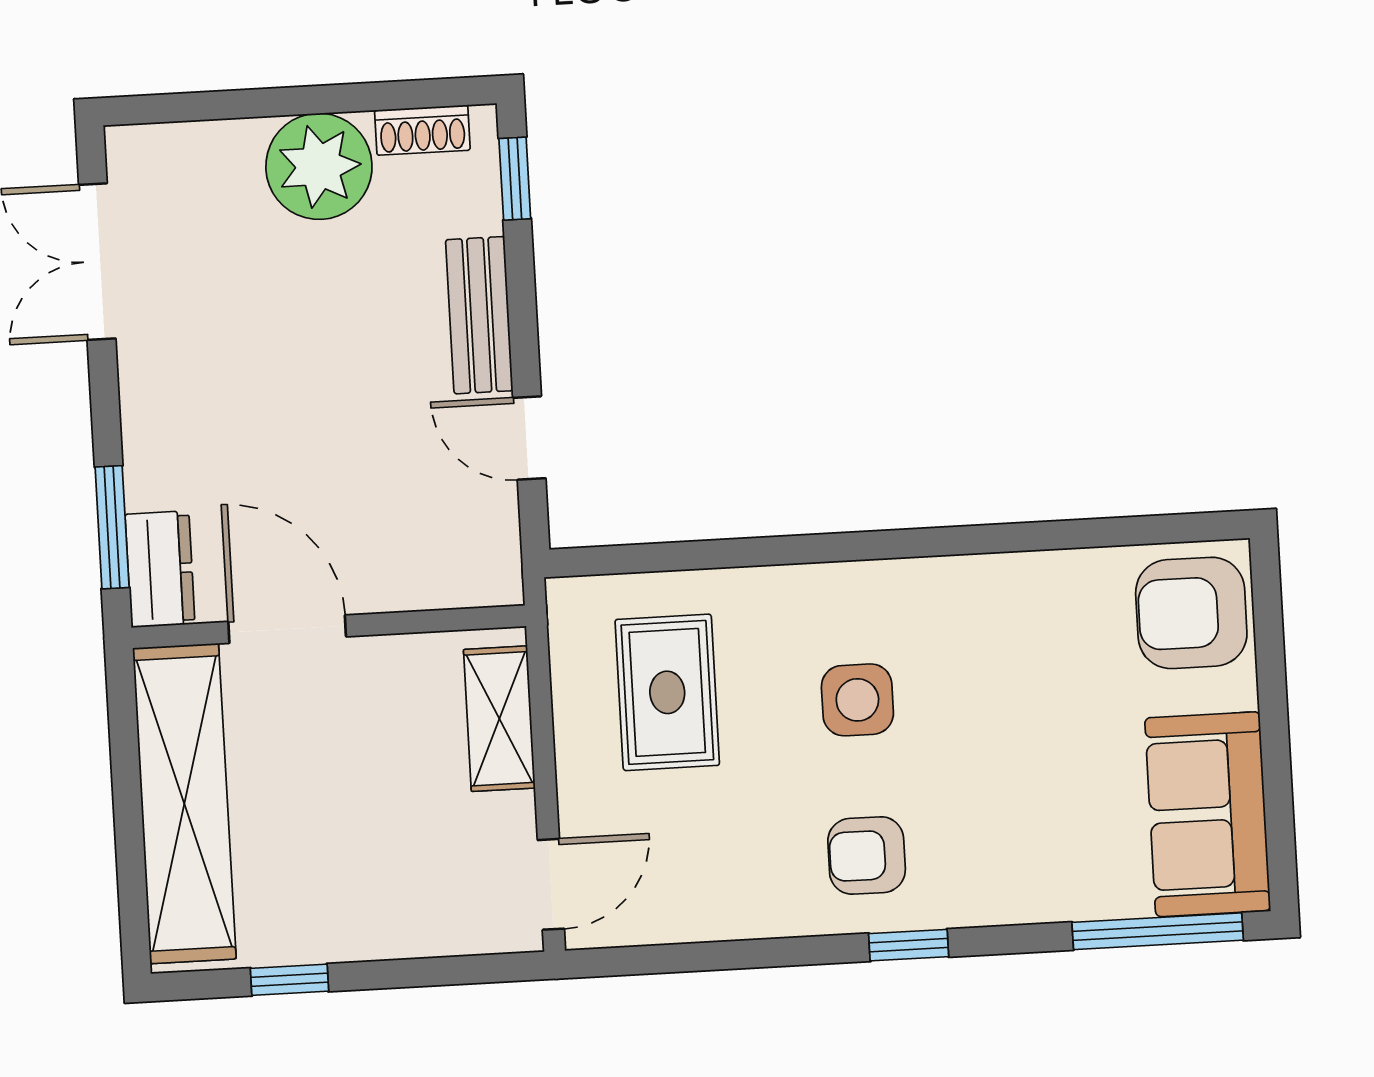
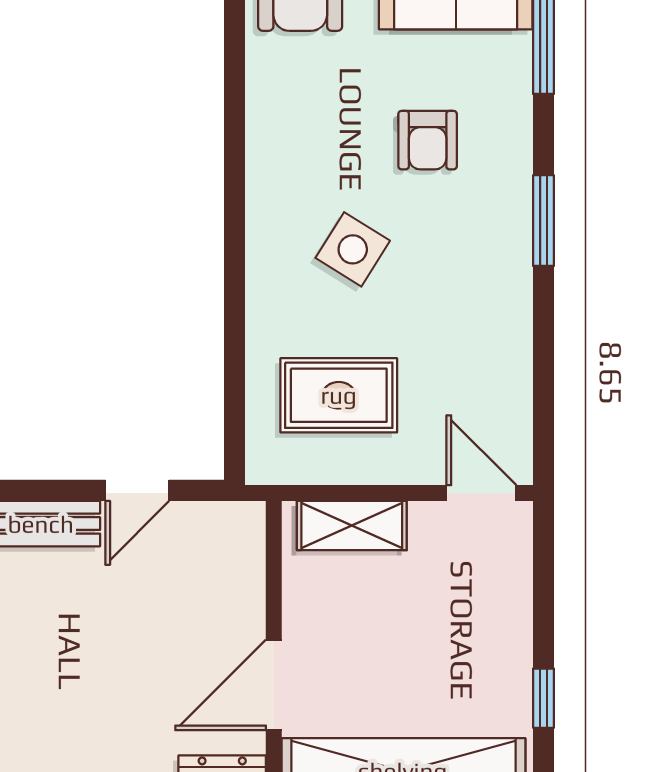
side table: (857, 700) -> (353, 249), turned 32
armchair: (867, 855) -> (428, 140), moved
window: (909, 945) -> (544, 221), width x1.50

